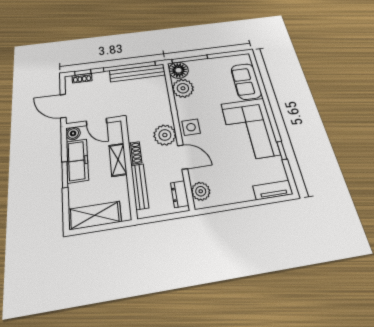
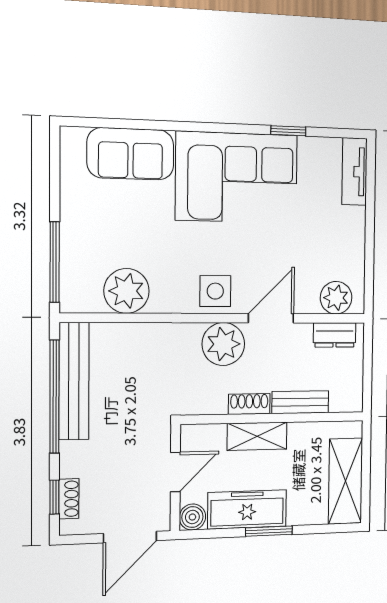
floor lamp: (178, 70) -> (80, 292), removed
bench: (140, 186) -> (300, 402), width x0.73

